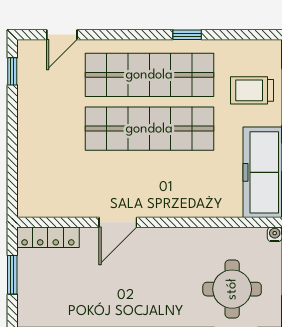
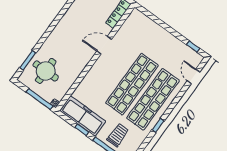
door: (118, 222) -> (104, 45), hinge flipped

